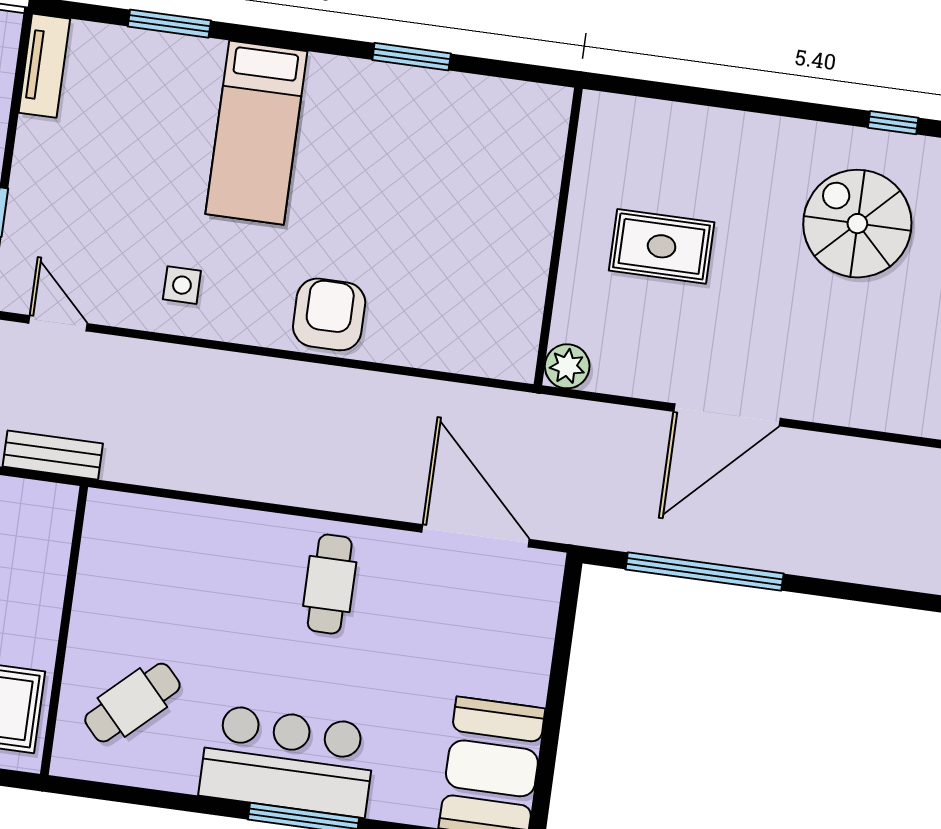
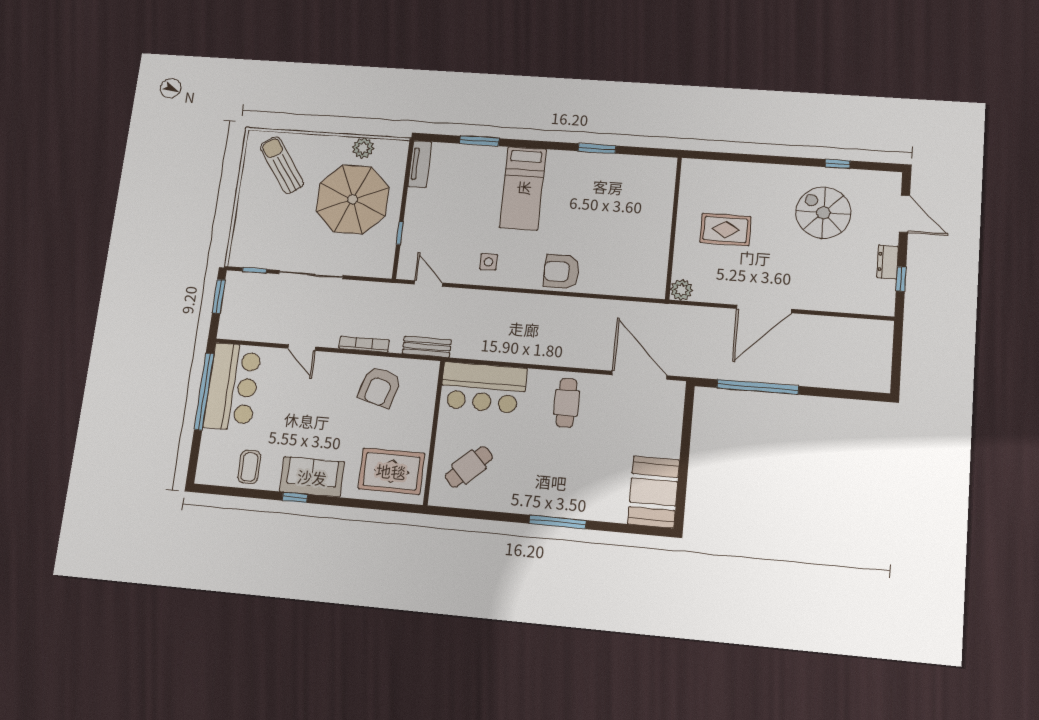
armchair: (329, 314) -> (561, 272), turned -90
bar counter: (288, 761) -> (483, 388), moved, turned 180

